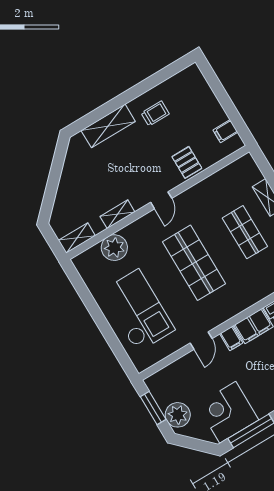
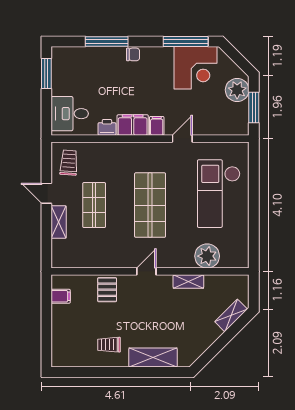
shelving: (77, 238) -> (231, 315), moved, turned -45

